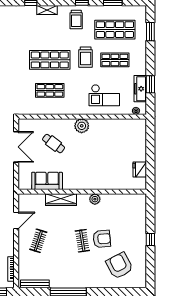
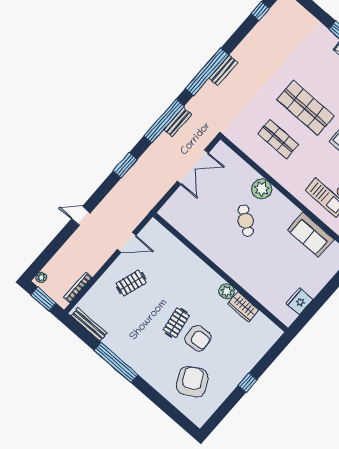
plant: (82, 126) -> (262, 189), moved
cafe table: (54, 144) -> (246, 221), moved
sofa: (47, 181) -> (311, 235), moved, turned 180
wardrobe: (61, 200) -> (243, 307), moved, width x0.67

